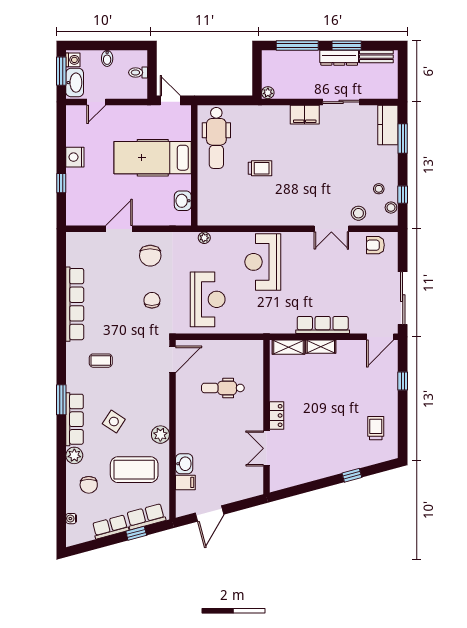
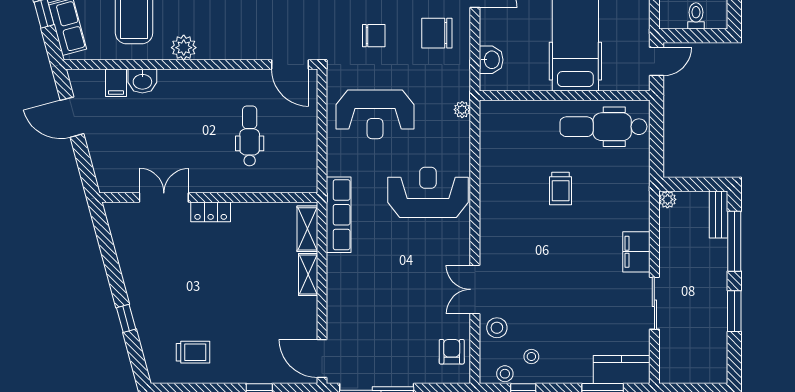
bench: (376, 57) -> (718, 215), moved
dresser: (339, 58) -> (717, 301), removed
washbasin: (183, 201) -> (491, 60), moved, turned 90
row of seats: (323, 325) -> (339, 215), moved

